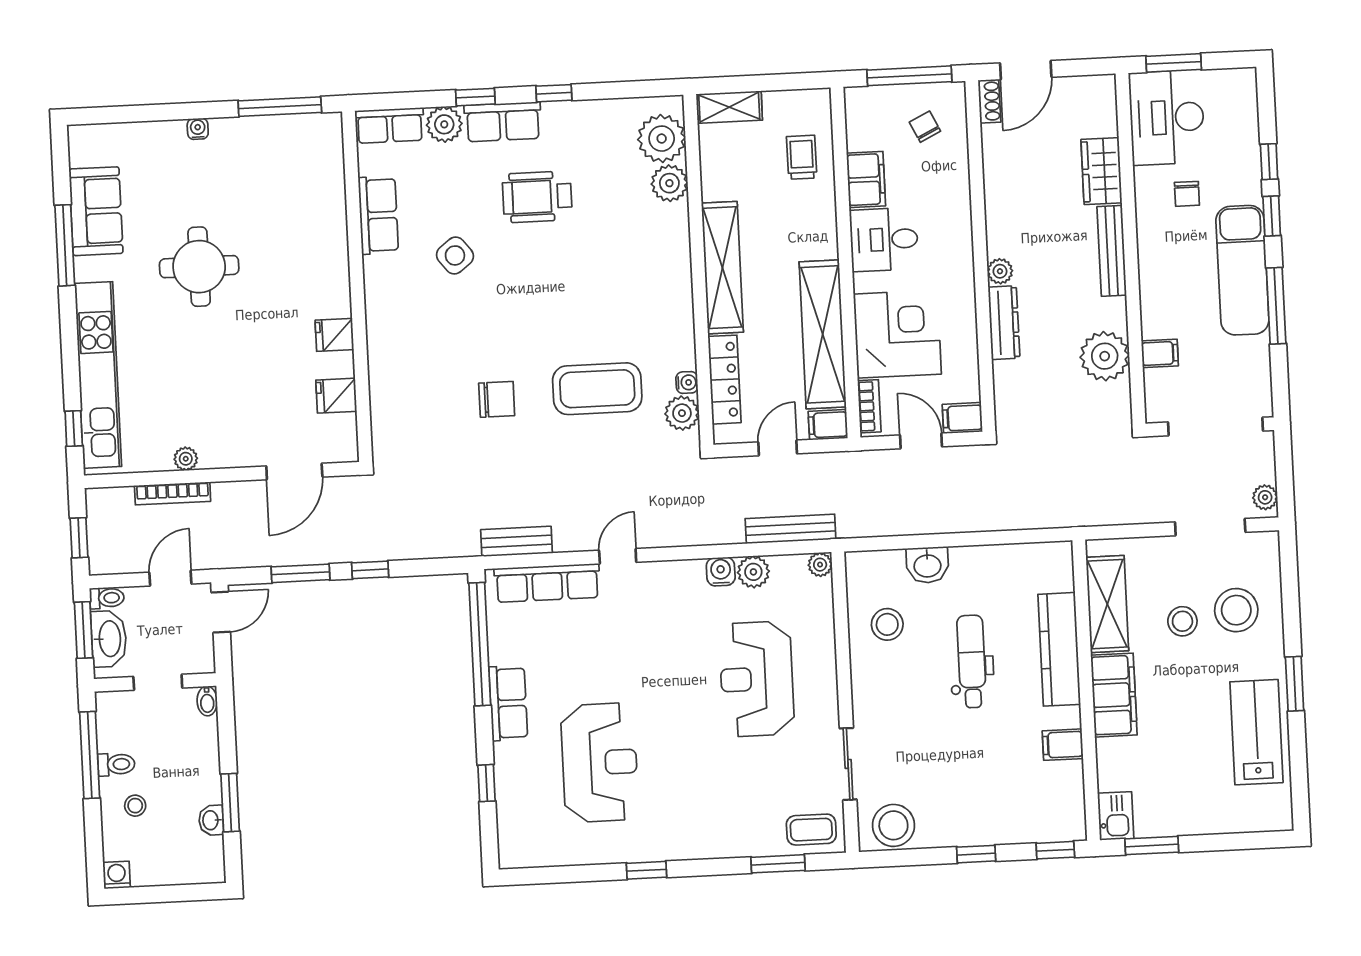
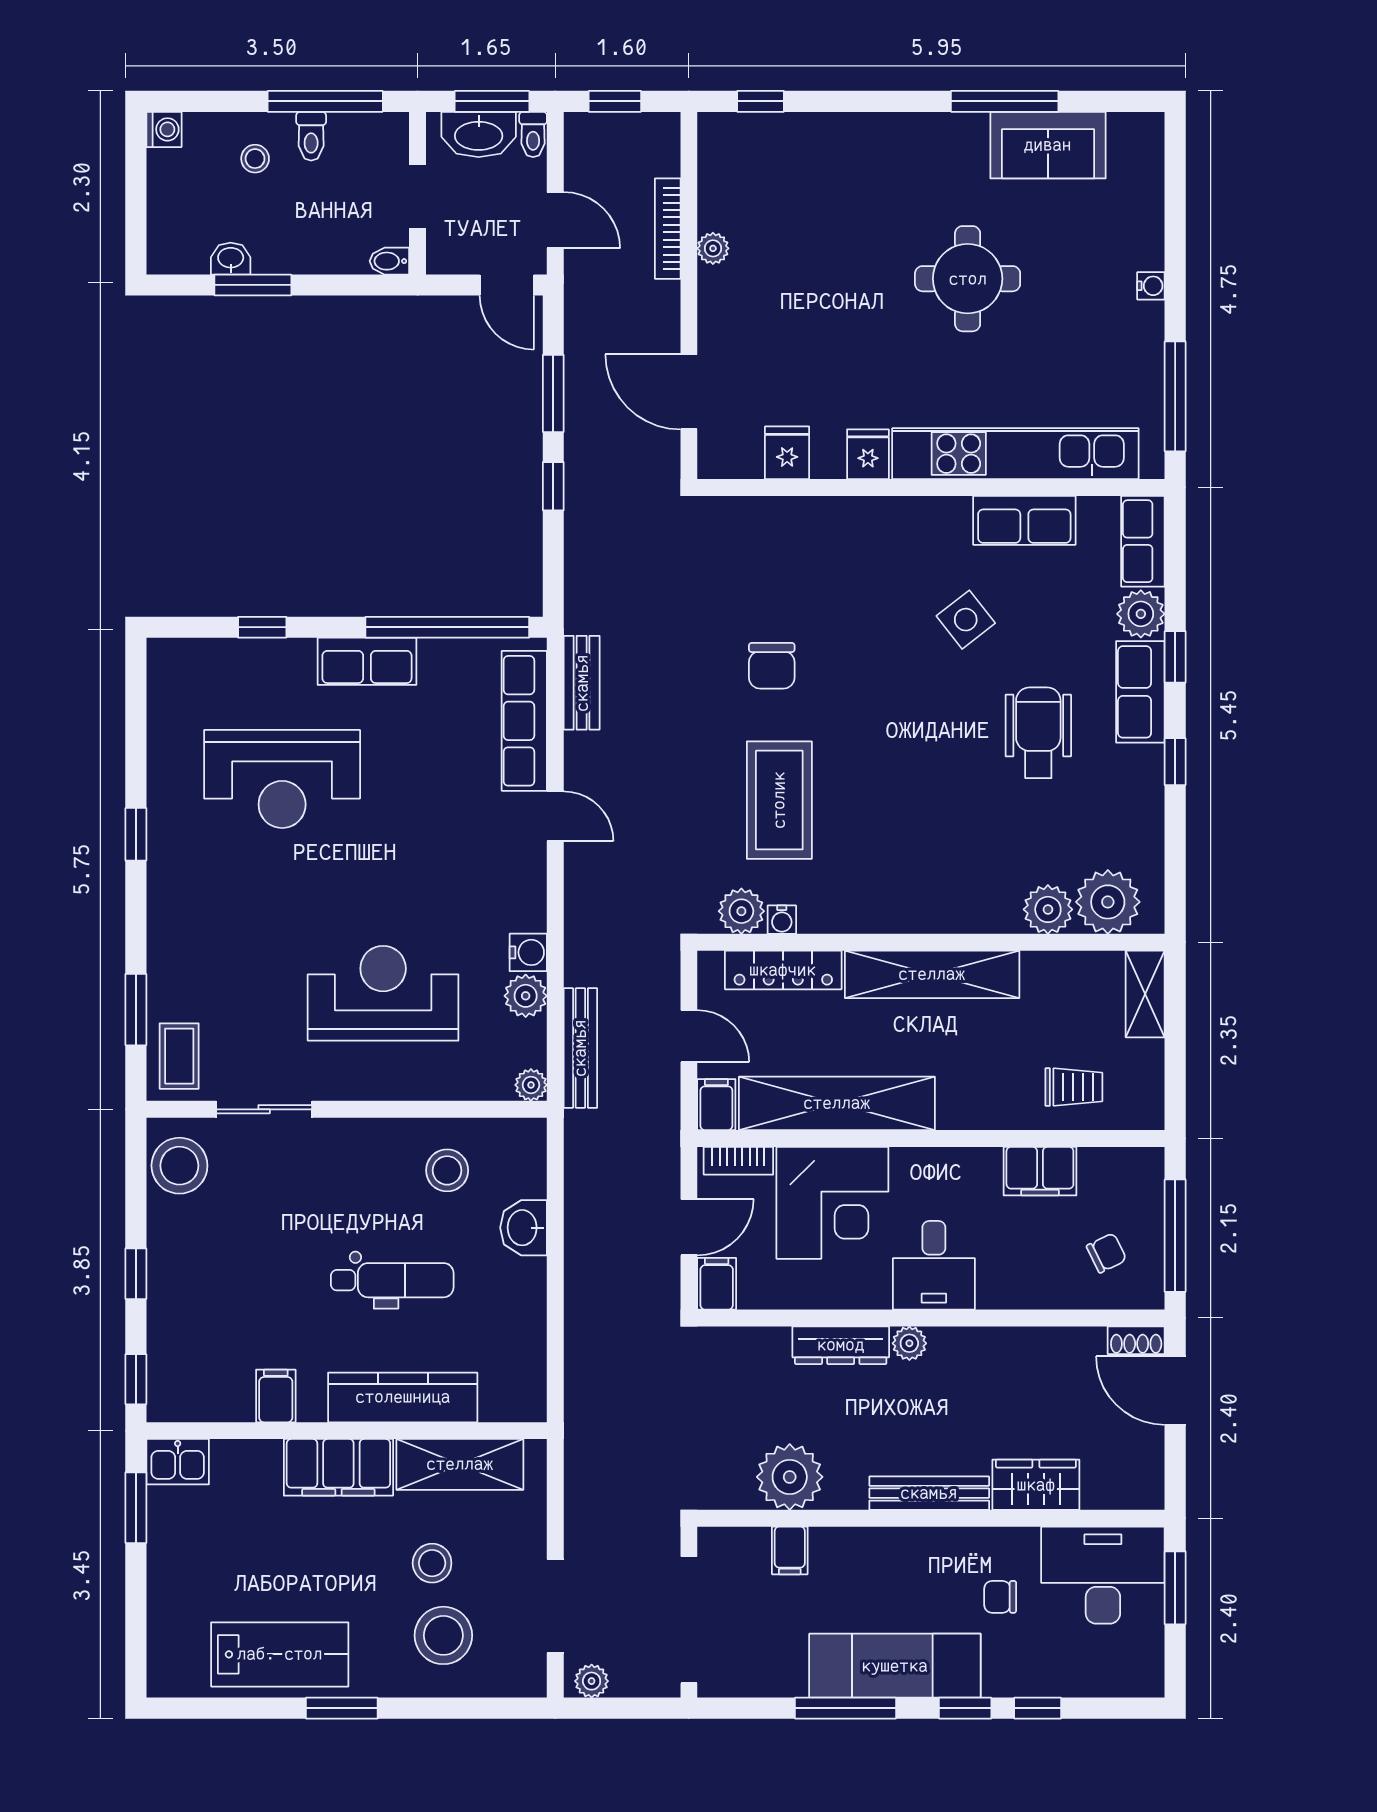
desk: (884, 239) -> (934, 1265), moved, turned 180
kitchen unit: (98, 375) -> (1015, 454), moved, turned 180

